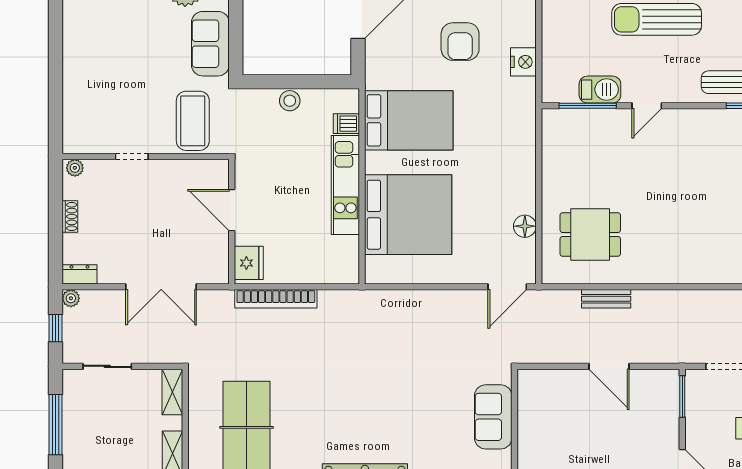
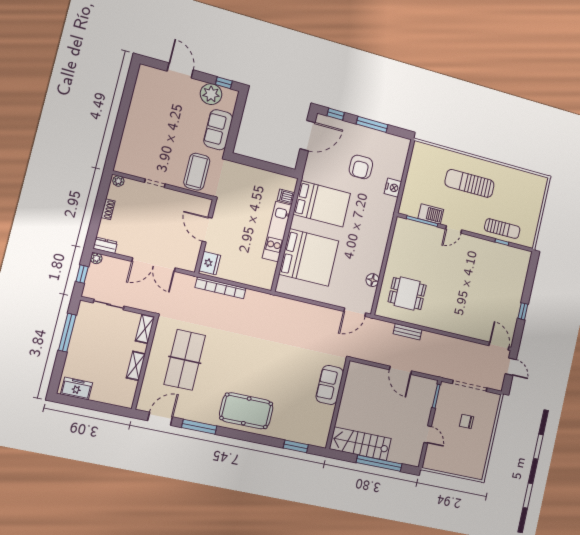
stool: (290, 101) -> (257, 175), removed

